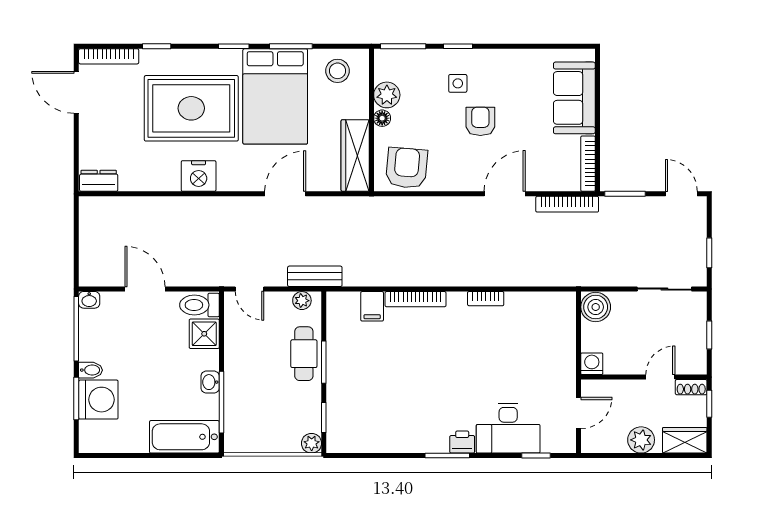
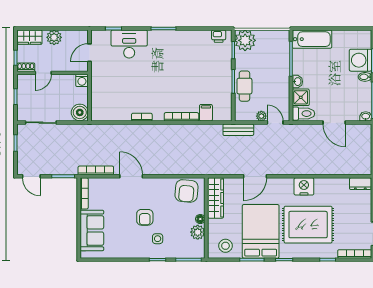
door: (505, 194) -> (131, 176), swing flipped
plant: (302, 301) -> (261, 116), moved
washbasin: (210, 382) -> (297, 82), moved
printer: (462, 442) -> (219, 36), moved
plant: (312, 443) -> (245, 40), width x1.88, depth x1.88

